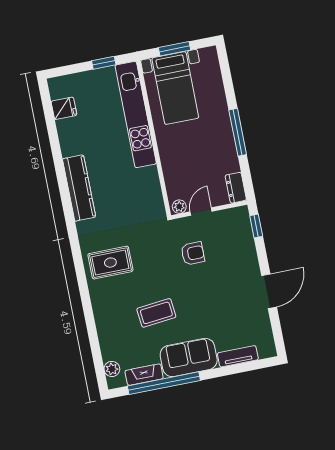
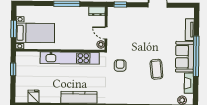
kitchen unit: (136, 115) -> (70, 58), moved
armchair: (193, 253) -> (120, 66), moved
rug: (110, 263) -> (124, 89), removed
window: (164, 383) -> (196, 56), moved

